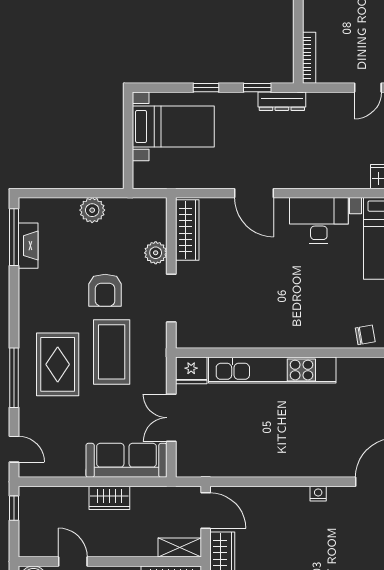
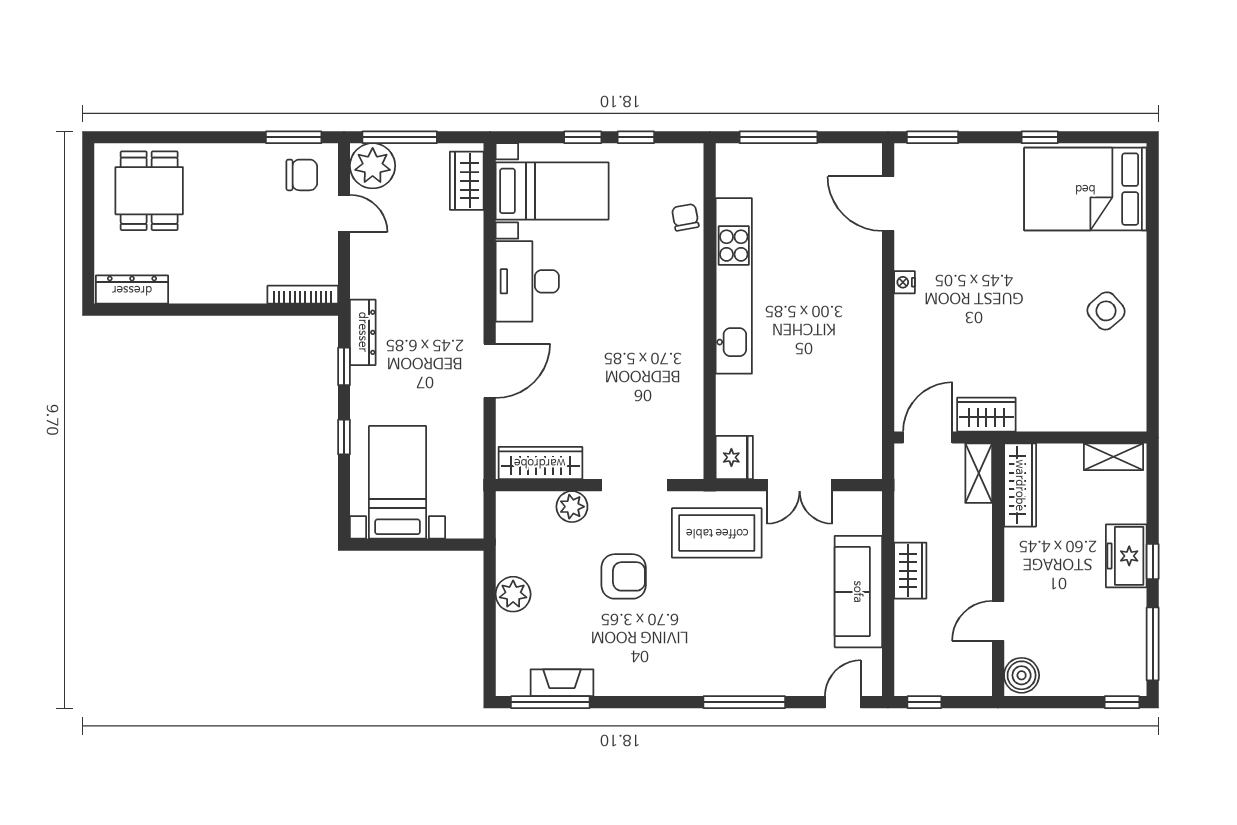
coffee table: (112, 352) -> (717, 533), moved
rug: (58, 364) -> (726, 642), removed
kitchen unit: (272, 370) -> (734, 286), moved
sofa: (127, 460) -> (858, 592), moved

